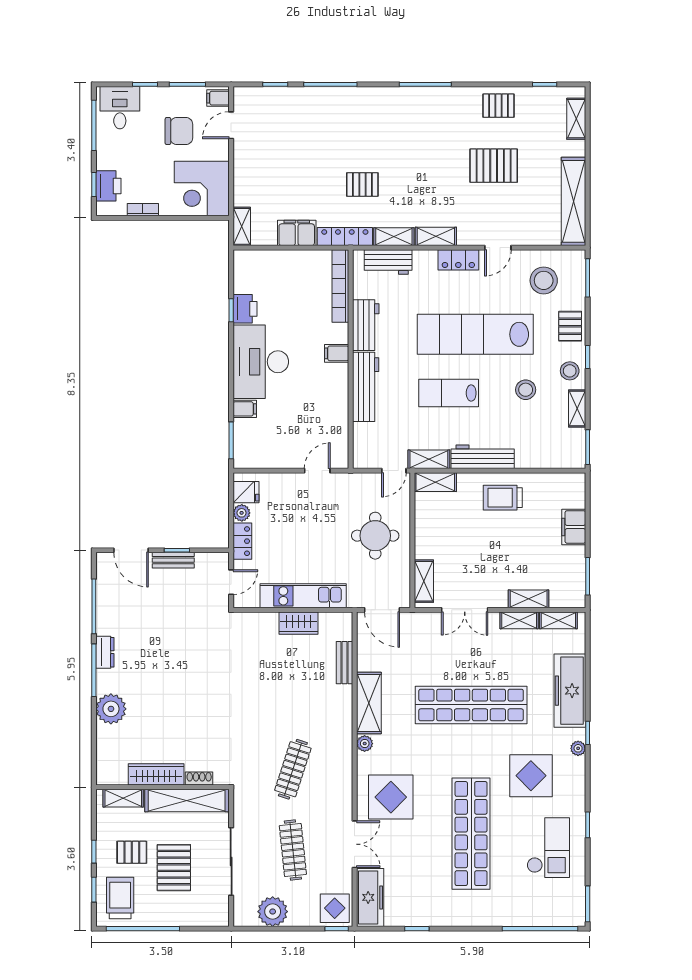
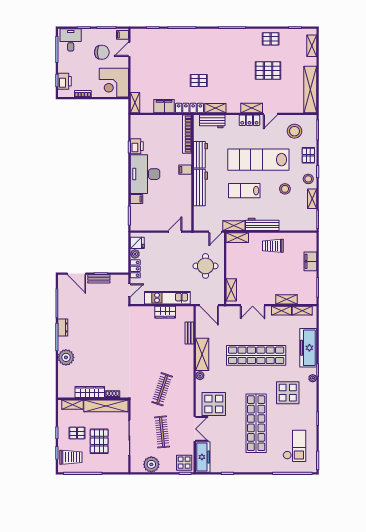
shelving: (436, 236) -> (252, 108), moved
checkout: (548, 848) -> (294, 446), moved
trolley: (120, 898) -> (71, 457), turned 90

